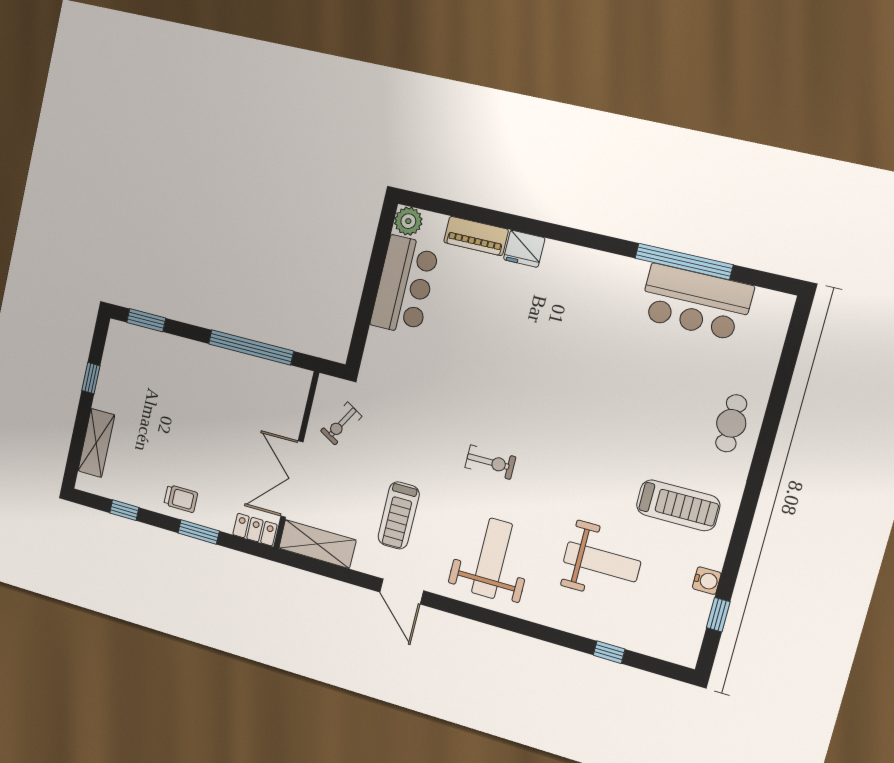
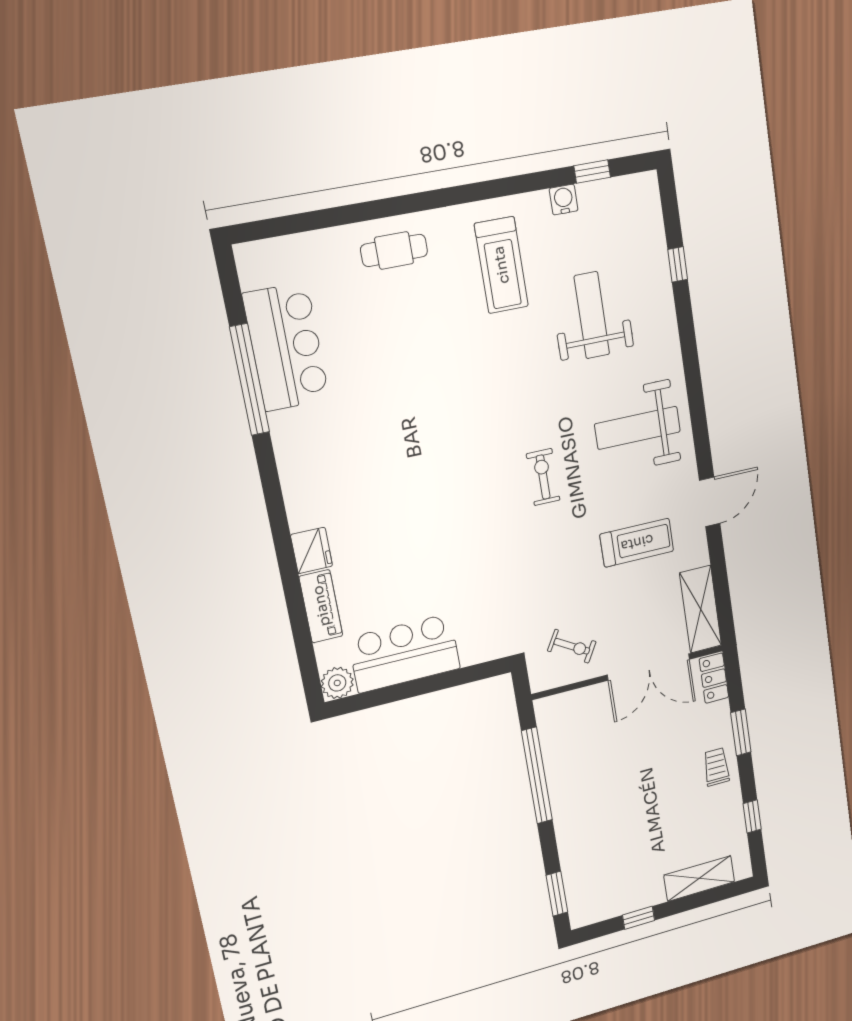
treadmill: (678, 505) -> (501, 265), turned 180

